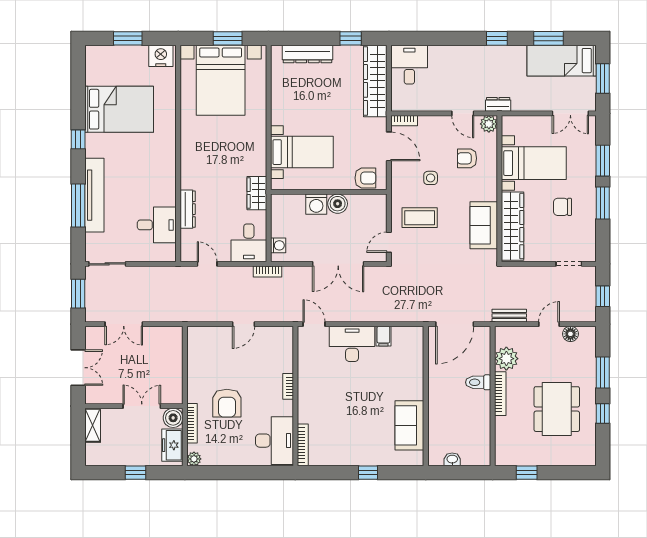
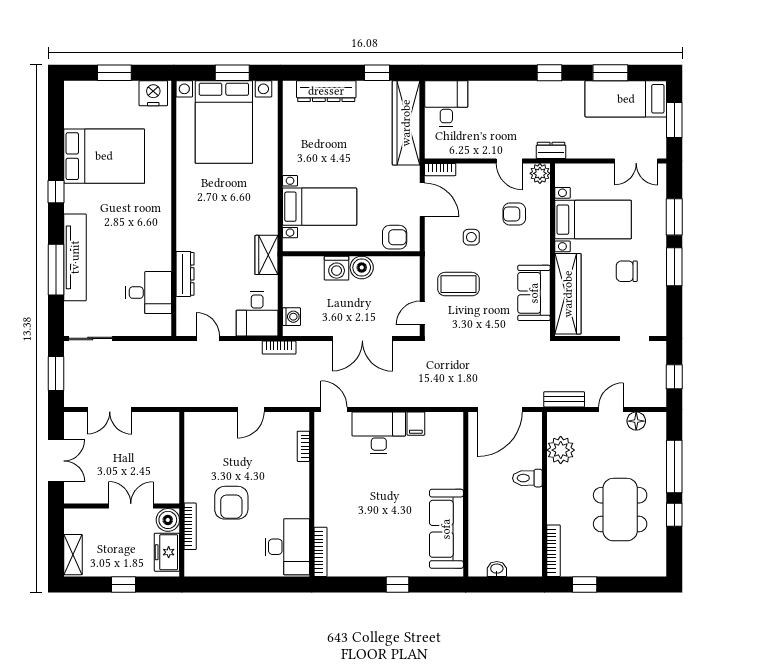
window: (603, 373) -> (674, 467), width x1.44
bookcase: (288, 386) -> (303, 446), moved
bookcase: (500, 394) -> (554, 551), moved
shelving: (93, 425) -> (73, 555), moved
sofa: (409, 425) -> (446, 529), width x1.36
plant: (194, 459) -> (192, 568), removed

